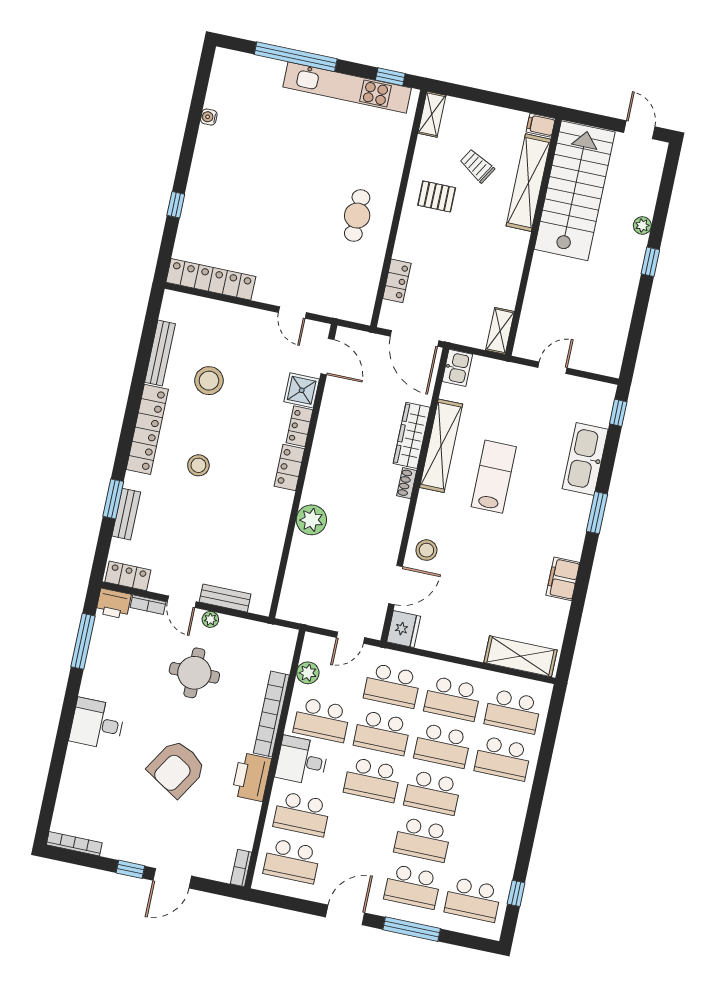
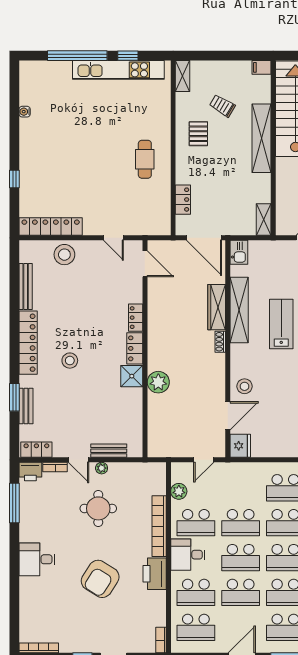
window: (390, 77) -> (128, 56), moved
shelving: (528, 183) -> (261, 138), moved
pallet: (437, 196) -> (198, 134), turned 90
stool: (209, 381) -> (64, 255), moved
shower: (302, 390) -> (132, 376), moved
school desk: (392, 686) -> (241, 592), moved

